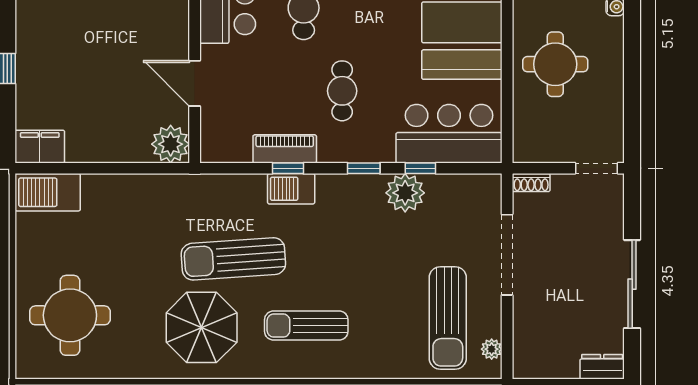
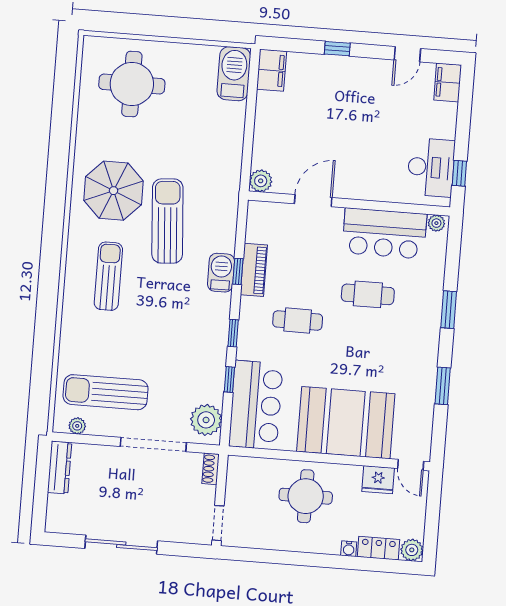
plant: (171, 144) -> (261, 181), width x0.73, depth x0.73
plant: (405, 193) -> (206, 420), moved
dresser: (602, 367) -> (60, 468), moved, width x1.44

